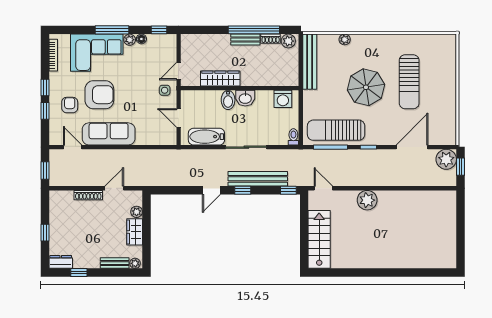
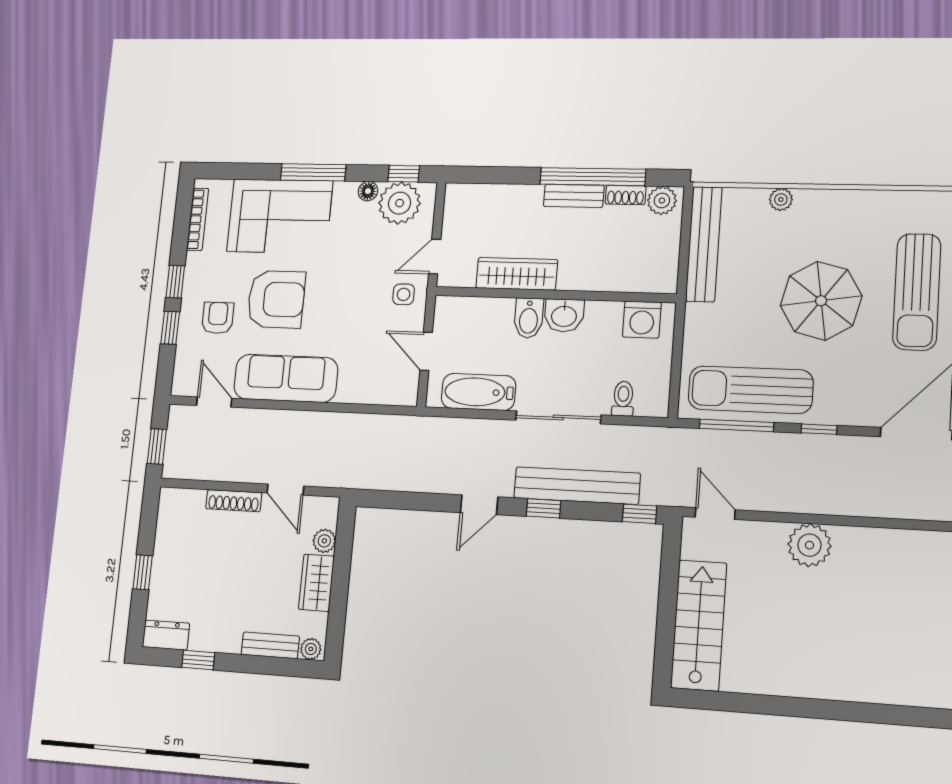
plant: (130, 40) -> (400, 203), moved, width x1.88, depth x1.88
toilet: (293, 137) -> (623, 399), moved
door: (114, 188) -> (285, 490), swing flipped

